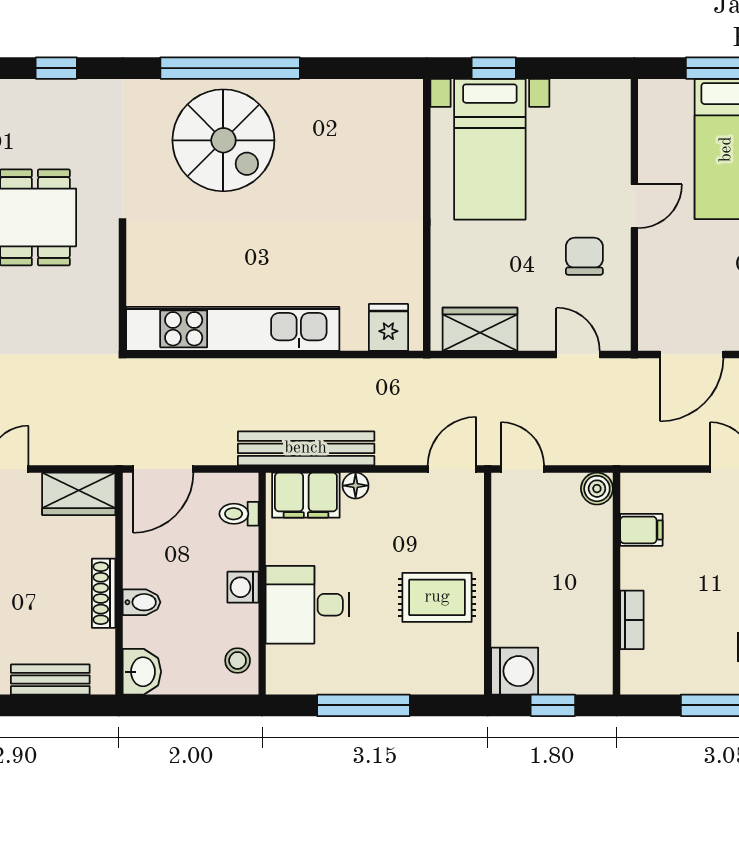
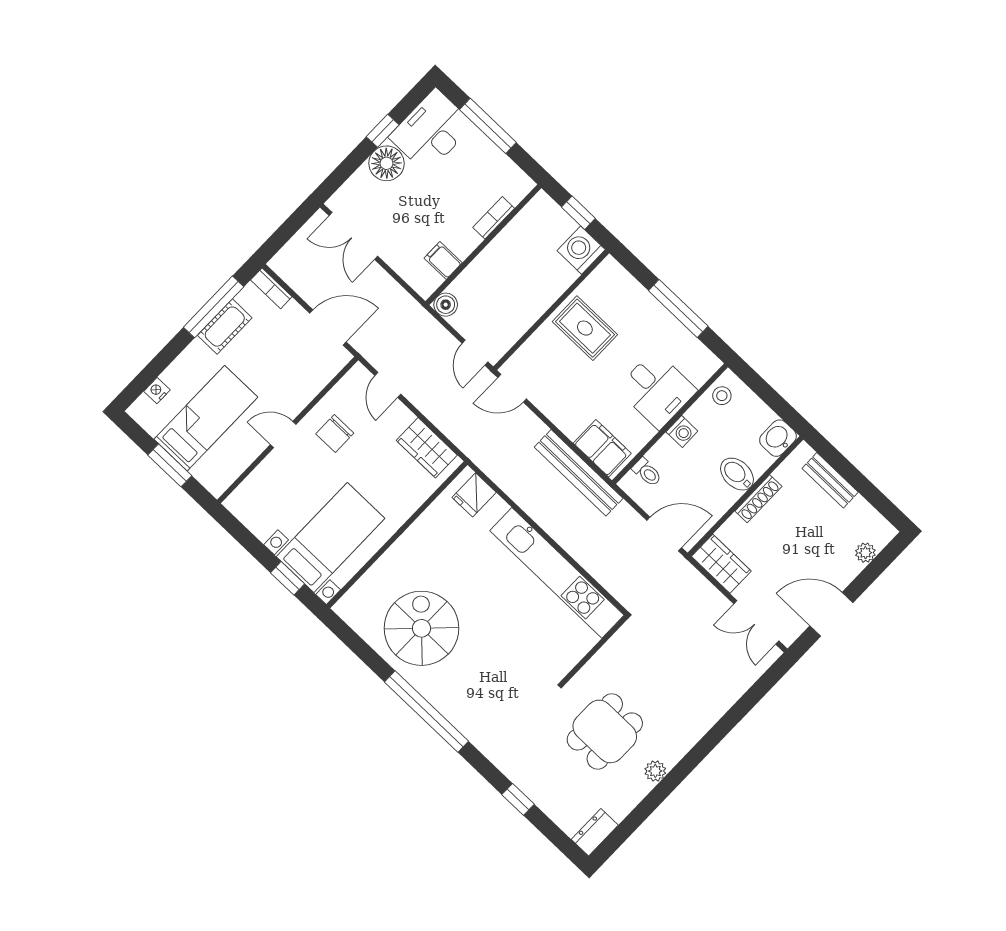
spiral stairs: (223, 140) -> (421, 628), moved
floor lamp: (356, 486) -> (571, 428), removed
bidet: (141, 602) -> (737, 474), width x1.38, depth x1.36

